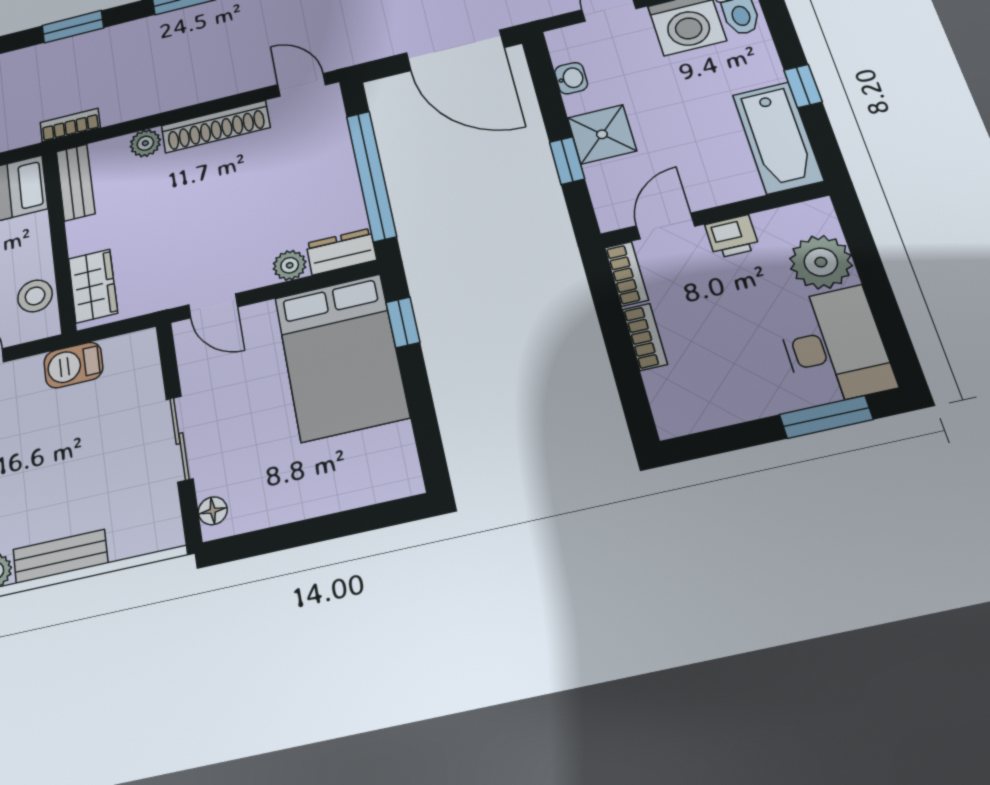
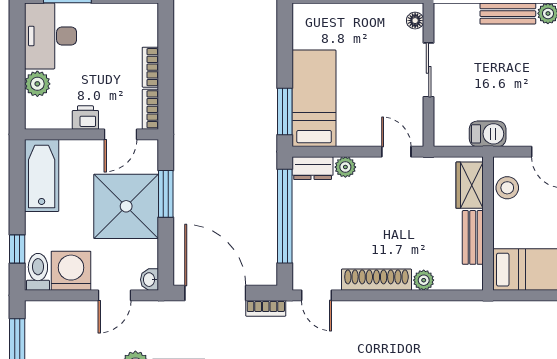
washbasin: (571, 78) -> (150, 280), moved
window: (803, 86) -> (17, 249), moved
bookcase: (70, 125) -> (266, 308), moved
shower: (602, 134) -> (126, 206), width x1.86, depth x1.86
window: (567, 161) -> (166, 194), width x1.50
bench: (76, 182) -> (473, 237), moved
plant: (821, 262) -> (37, 84), width x0.73, depth x0.73
window: (403, 322) -> (285, 111), width x1.50
bed: (341, 357) -> (314, 98), width x0.67

